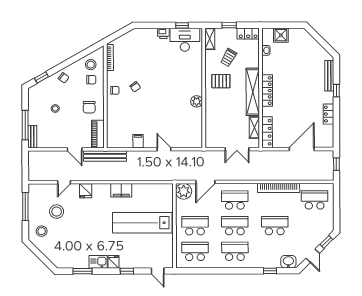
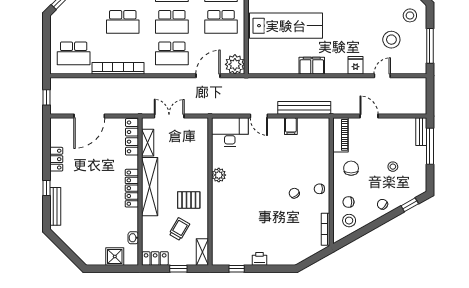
desk: (185, 40) -> (230, 132), moved, turned 180
bench: (105, 156) -> (304, 108), moved

